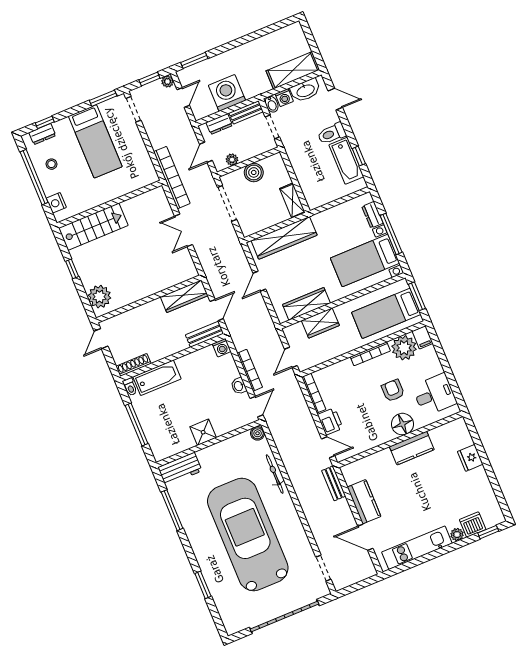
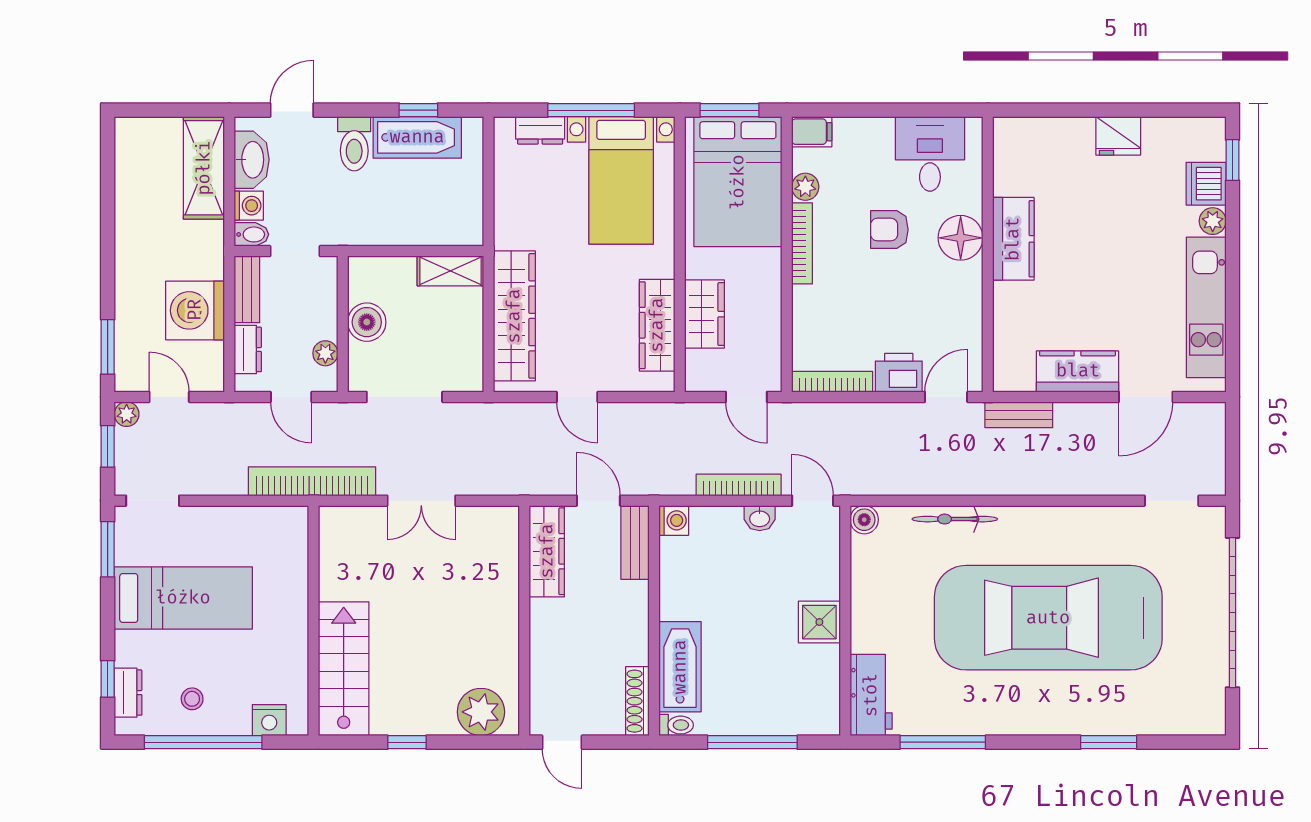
bed: (386, 313) -> (738, 182), width x1.50
plant: (404, 348) -> (805, 187), width x0.53, depth x0.53
fridge: (470, 458) -> (1118, 136), moved

